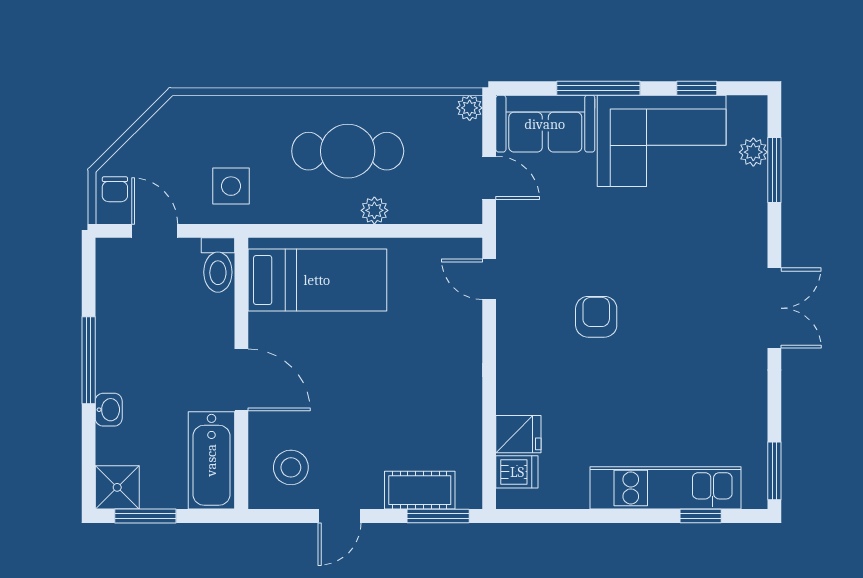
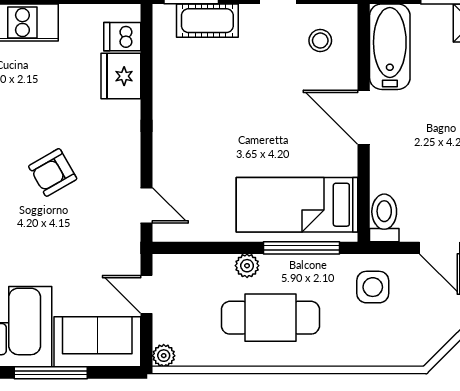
window: (312, 231) -> (301, 248), added
armchair: (596, 317) -> (53, 172), turned 60
fridge: (518, 434) -> (121, 76), width x1.38
stool: (291, 467) -> (320, 41), width x0.73, depth x0.73

